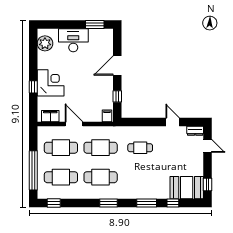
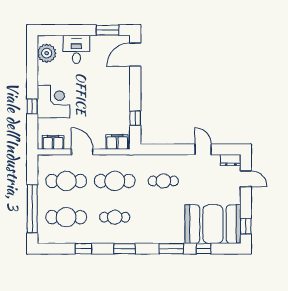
desk: (73, 40) -> (76, 49), width x0.73
door: (117, 66) -> (135, 55), moved
filing cabinet: (107, 116) -> (117, 142), width x2.00
cafe table: (101, 177) -> (115, 217), width x0.73, depth x0.74
booth: (187, 188) -> (213, 224), width x1.36, depth x1.42
window: (54, 203) -> (83, 249), moved

